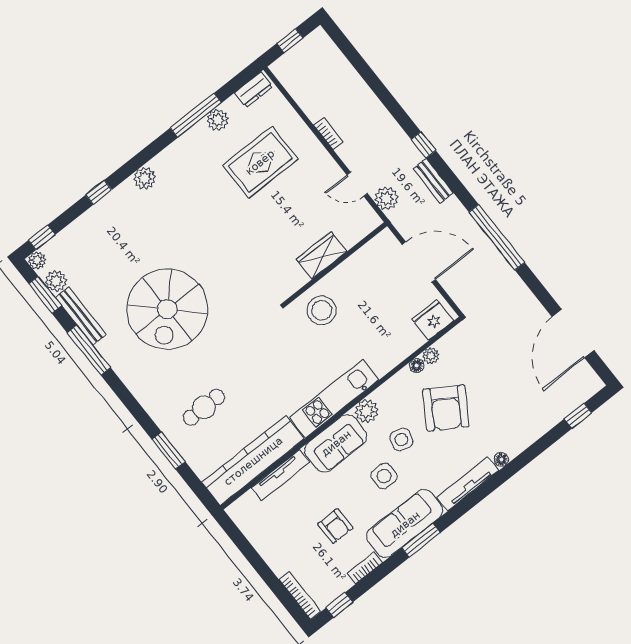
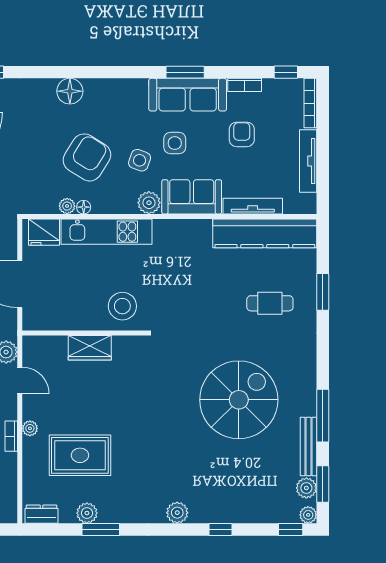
window: (196, 115) -> (101, 530), width x0.69
plant: (318, 152) -> (30, 428), added
kitchen unit: (334, 399) -> (106, 232), moved
floor lamp: (501, 460) -> (70, 91), width x1.89, depth x1.89
tv unit: (468, 484) -> (308, 161), moved, turned 90

